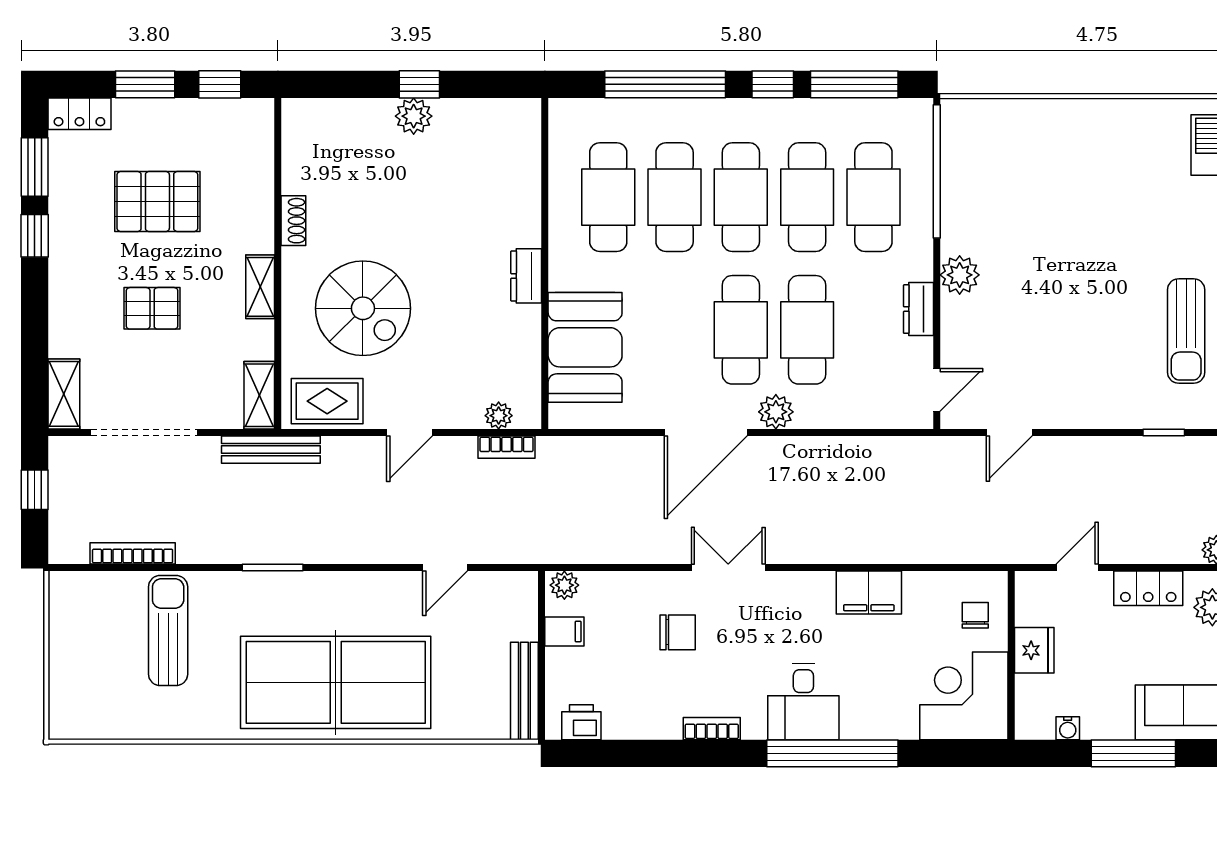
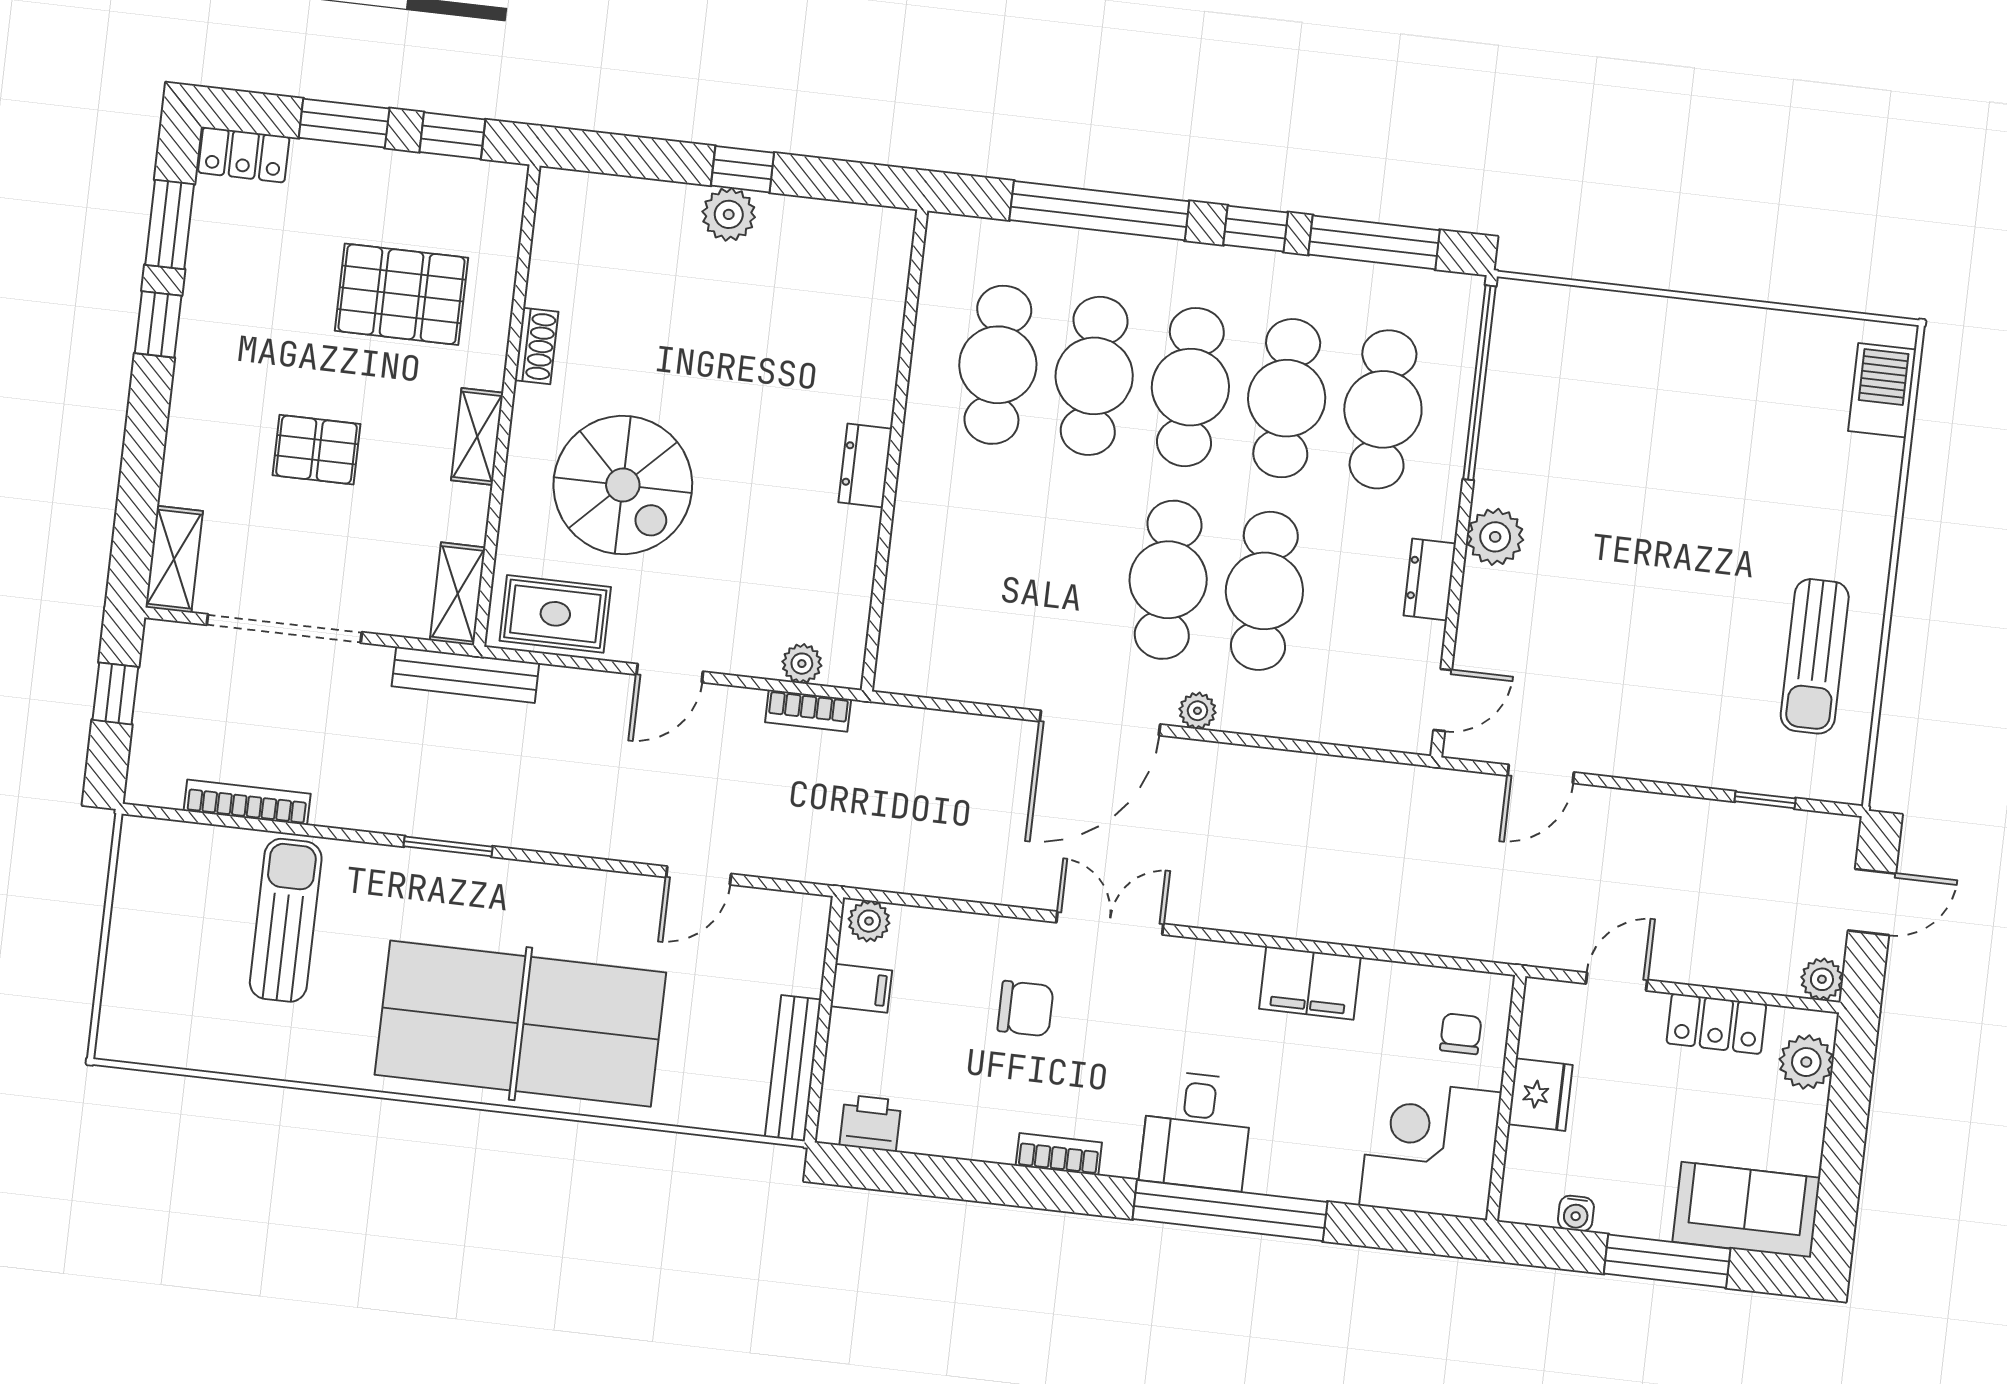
pallet: (157, 201) -> (402, 294), moved
booth: (585, 347) -> (939, 579), removed
plant: (776, 412) -> (1197, 711), width x0.73, depth x0.73

